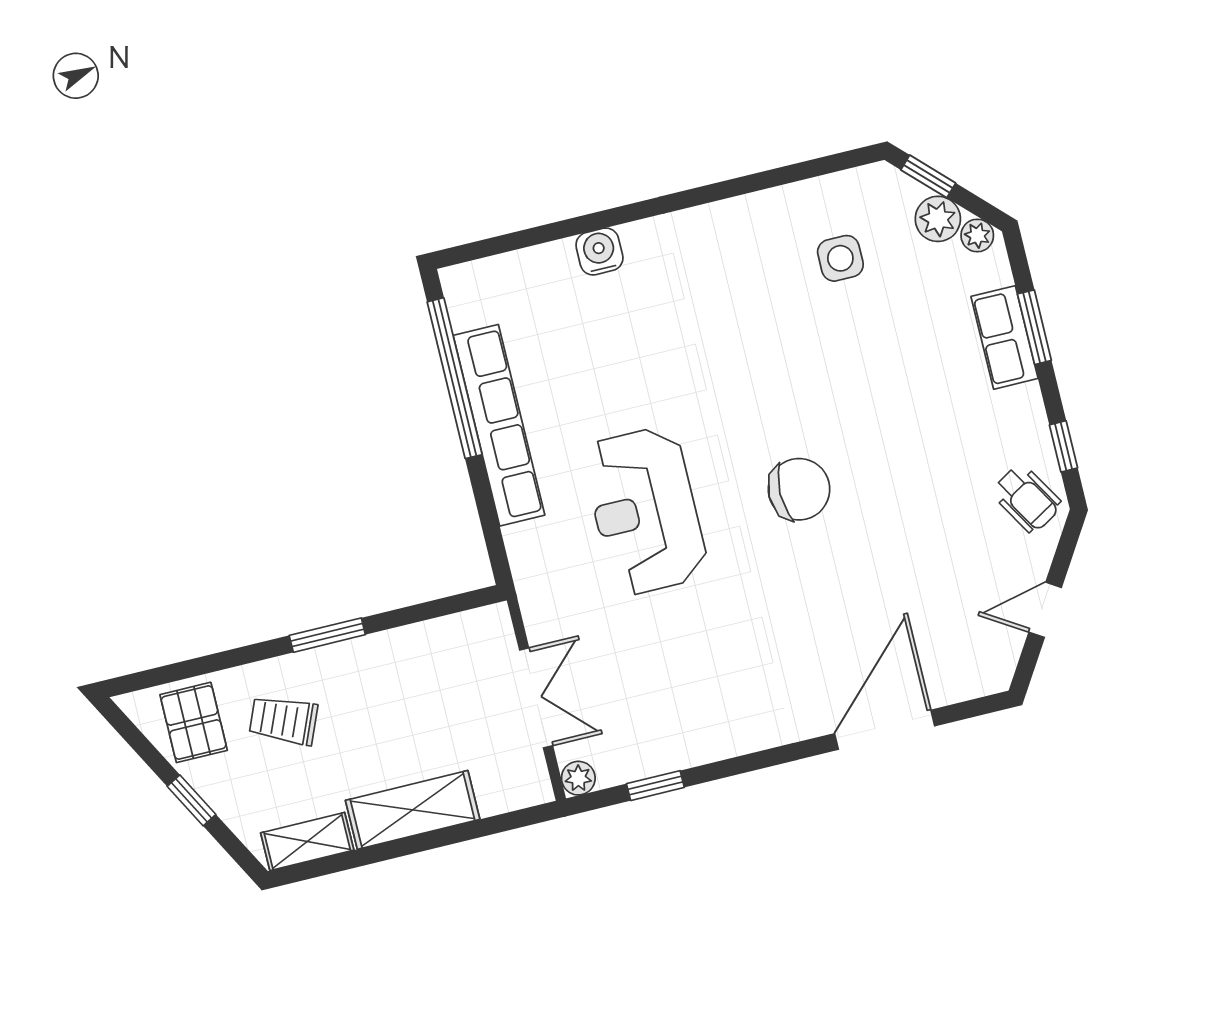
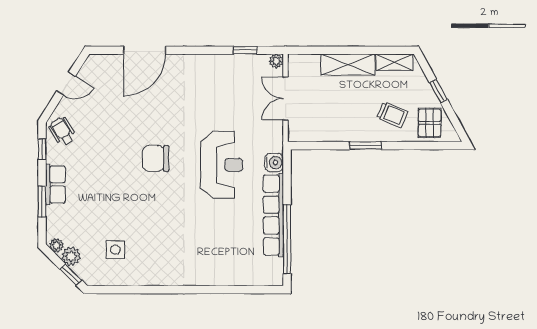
water cooler: (599, 252) -> (274, 163), moved, turned -90
row of seats: (1004, 337) -> (55, 184), moved

